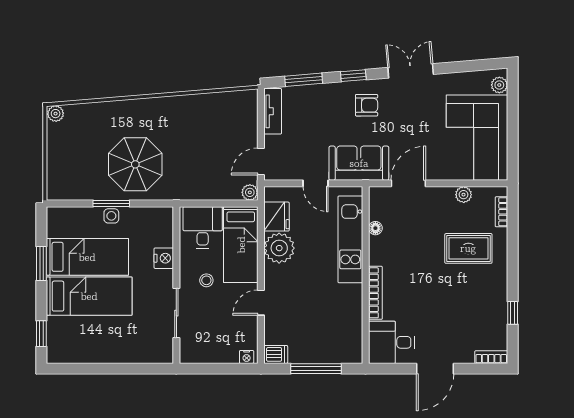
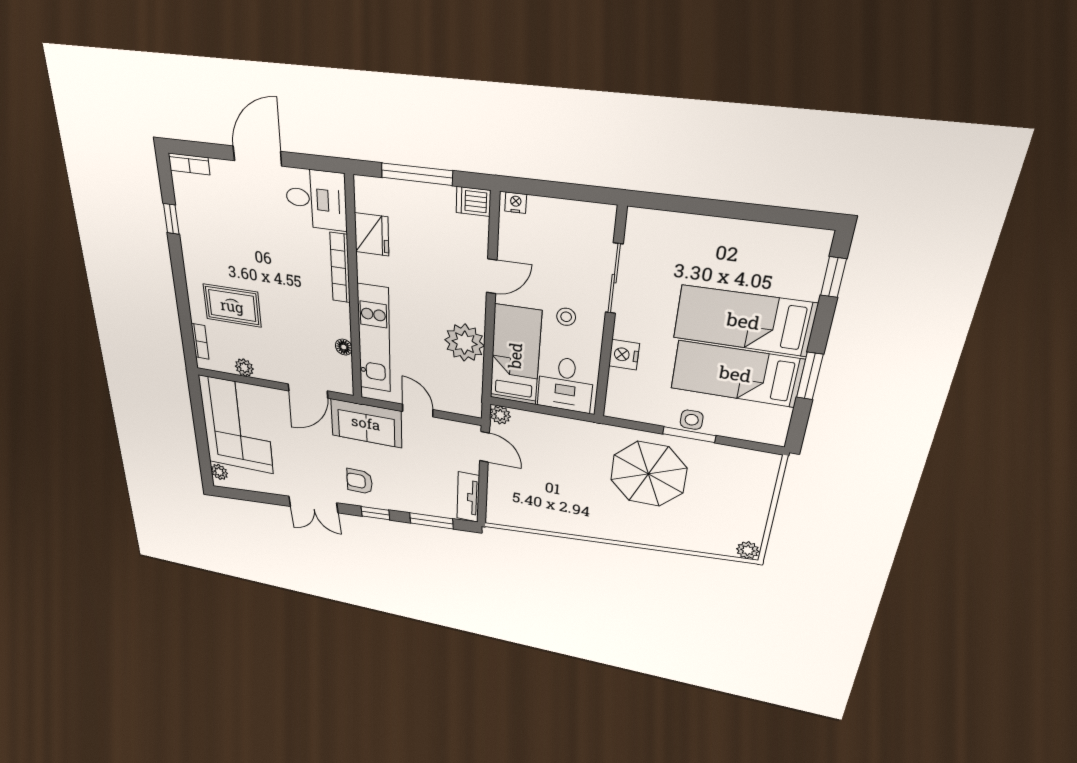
door: (261, 161) -> (485, 447), hinge flipped
fridge: (277, 217) -> (372, 234), moved, turned 180

